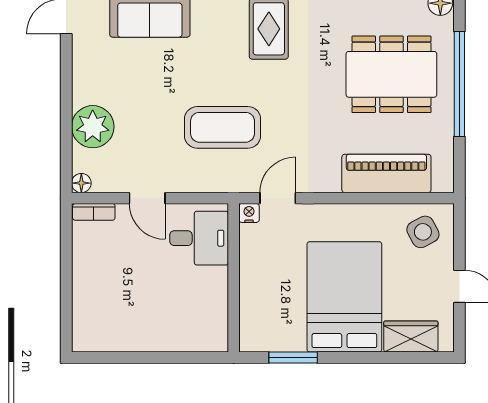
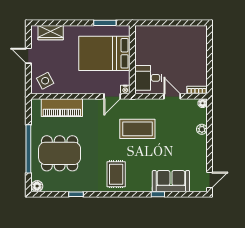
plant: (93, 127) -> (202, 129), width x0.53, depth x0.53
bed: (344, 297) -> (104, 53), moved, turned 90

